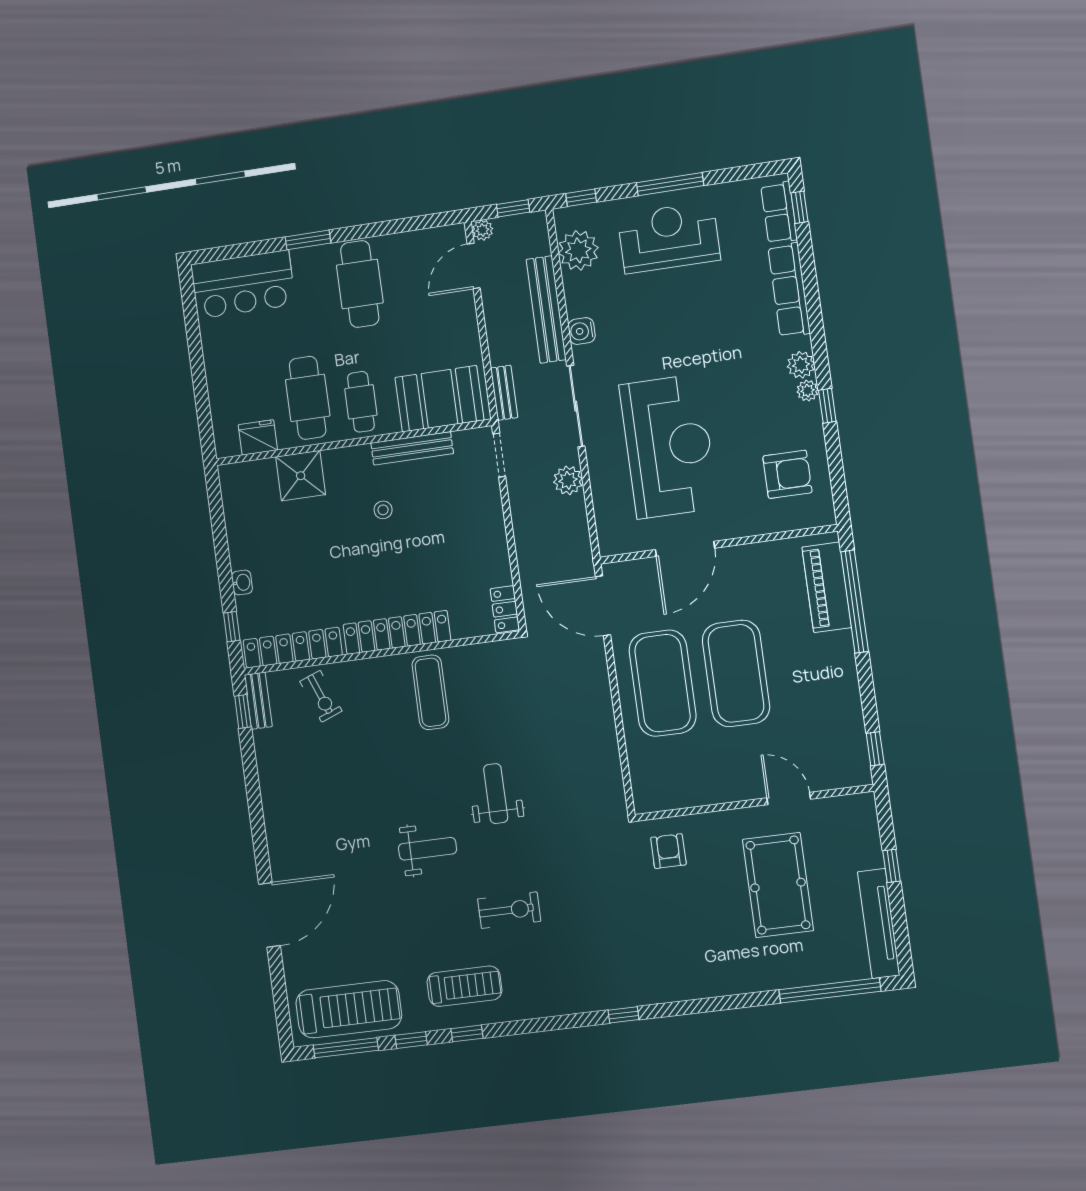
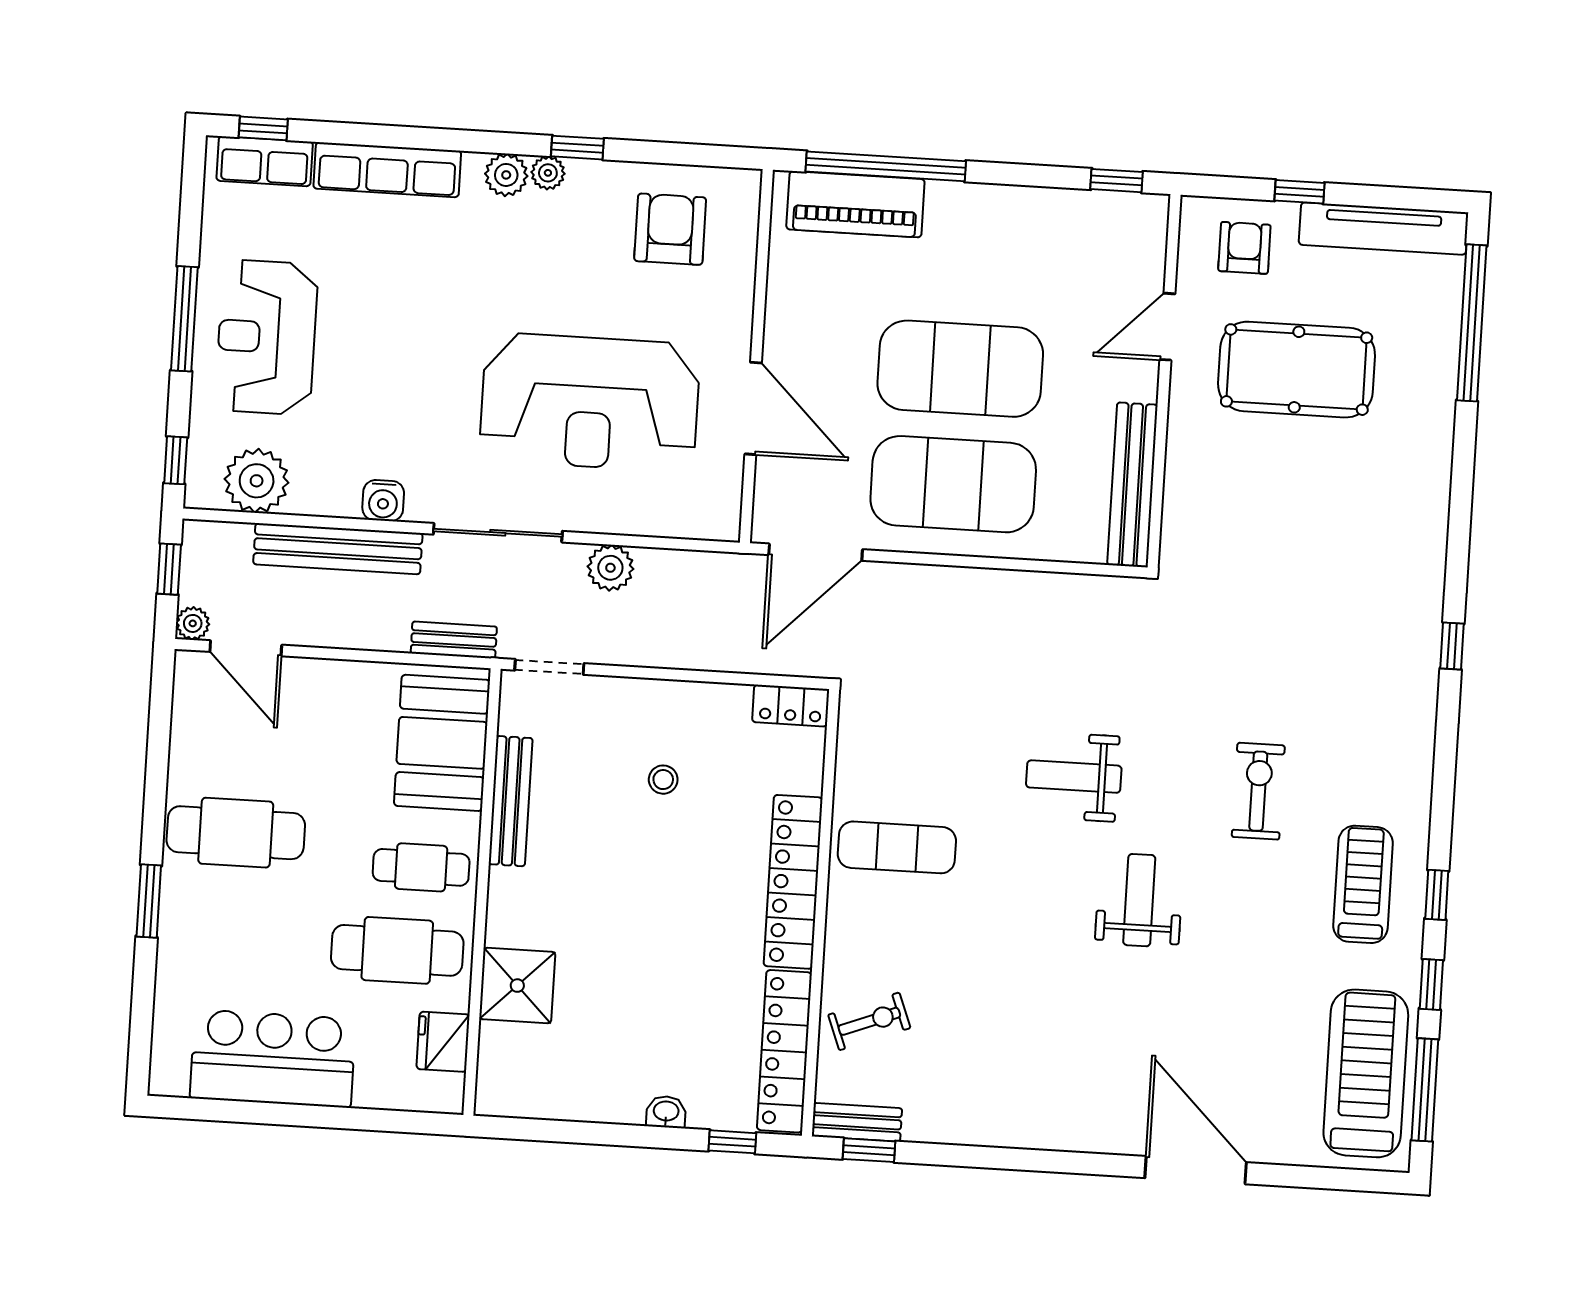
bar counter: (243, 284) -> (273, 1059), moved, turned -90
reception desk: (669, 446) -> (590, 402), turned 180
stool: (383, 510) -> (663, 780), moved
bench: (685, 796) -> (1133, 485), added
armchair: (668, 851) -> (1244, 248), moved, turned 90

